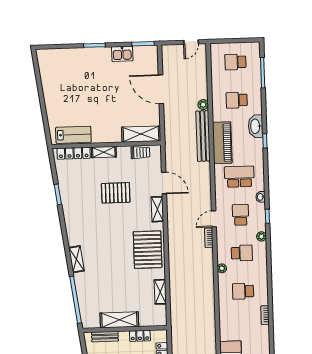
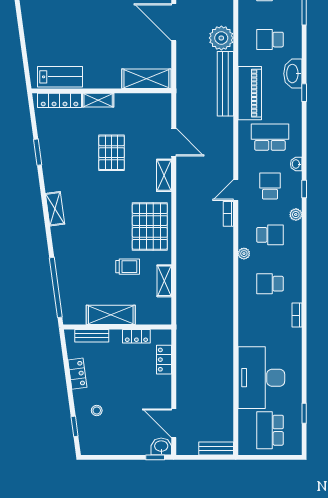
plant: (203, 105) -> (221, 38), width x1.88, depth x1.88
trolley: (140, 153) -> (128, 267), moved
pallet: (116, 193) -> (112, 153), turned 90
shelving: (76, 259) -> (55, 209), moved

